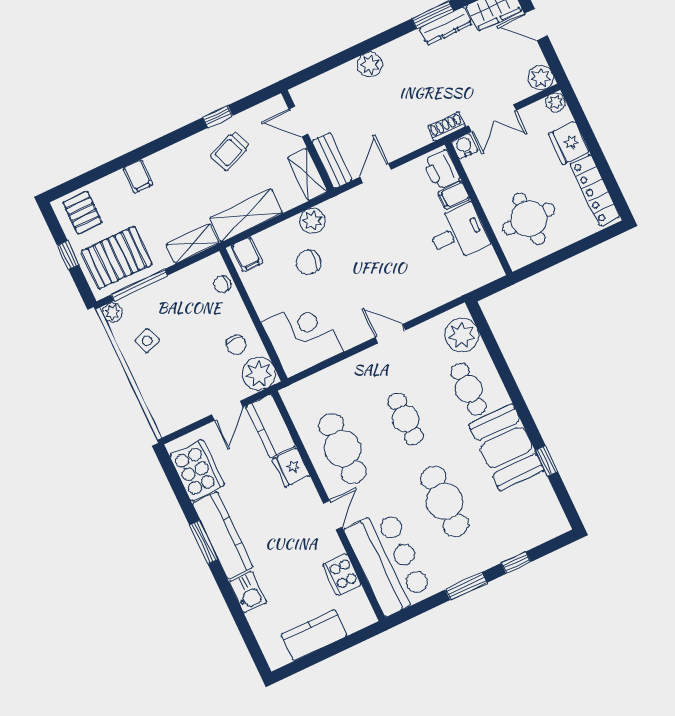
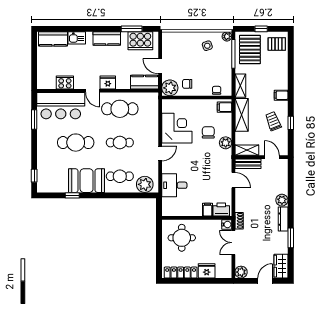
dresser: (446, 26) -> (283, 219), moved
plant: (556, 102) -> (227, 274), removed
door: (298, 122) -> (272, 157), hinge flipped
filing cabinet: (138, 176) -> (281, 95), moved
desk: (458, 233) -> (174, 185), moved, turned 90
corner desk: (302, 337) -> (177, 128), moved, turned -90
fridge: (291, 467) -> (108, 83), moved
kitchen counter: (223, 535) -> (107, 39), width x0.67
window: (204, 542) -> (132, 29), moved
window: (516, 563) -> (34, 176), moved
window: (466, 586) -> (34, 119), moved
kitchen counter: (314, 635) -> (53, 39), moved, turned 90

